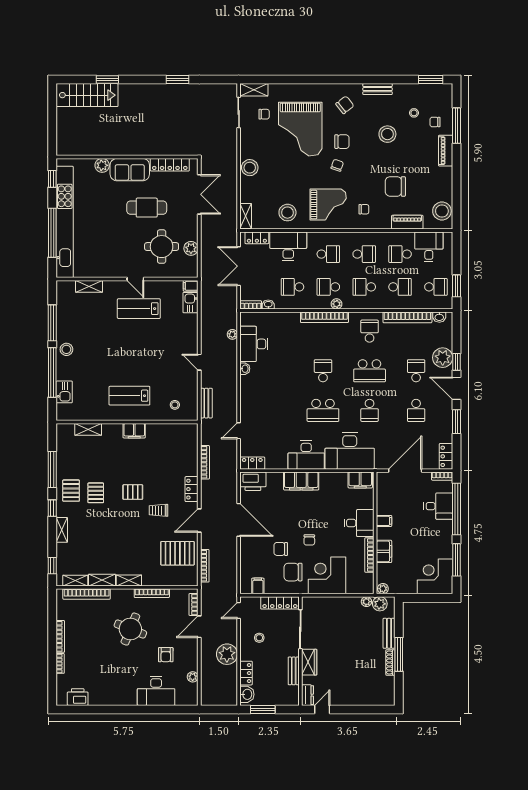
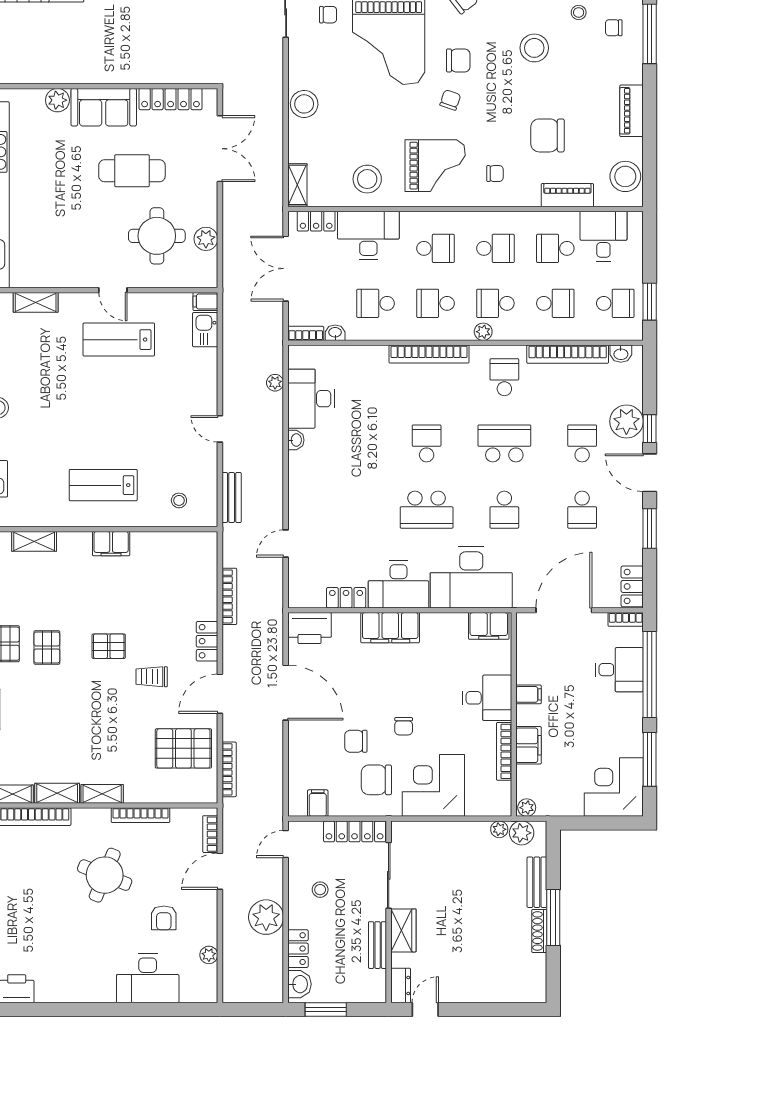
piano: (446, 151) -> (632, 111), moved
plant: (337, 304) -> (483, 332), moved
school desk: (370, 371) -> (504, 443), turned 180
locker: (252, 463) -> (346, 598), moved

